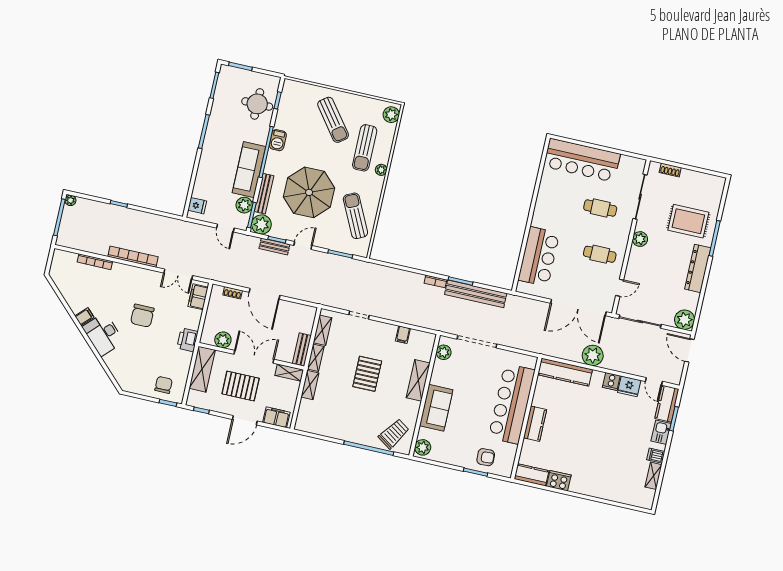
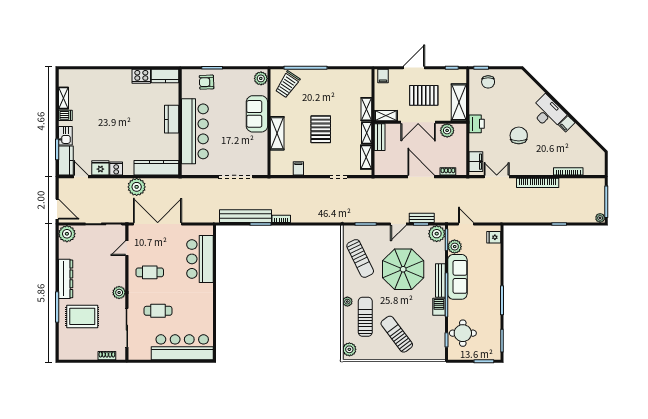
bench: (264, 194) -> (440, 280), moved
plant: (444, 352) -> (261, 161), removed
filing cabinet: (276, 417) -> (383, 76), width x0.50

